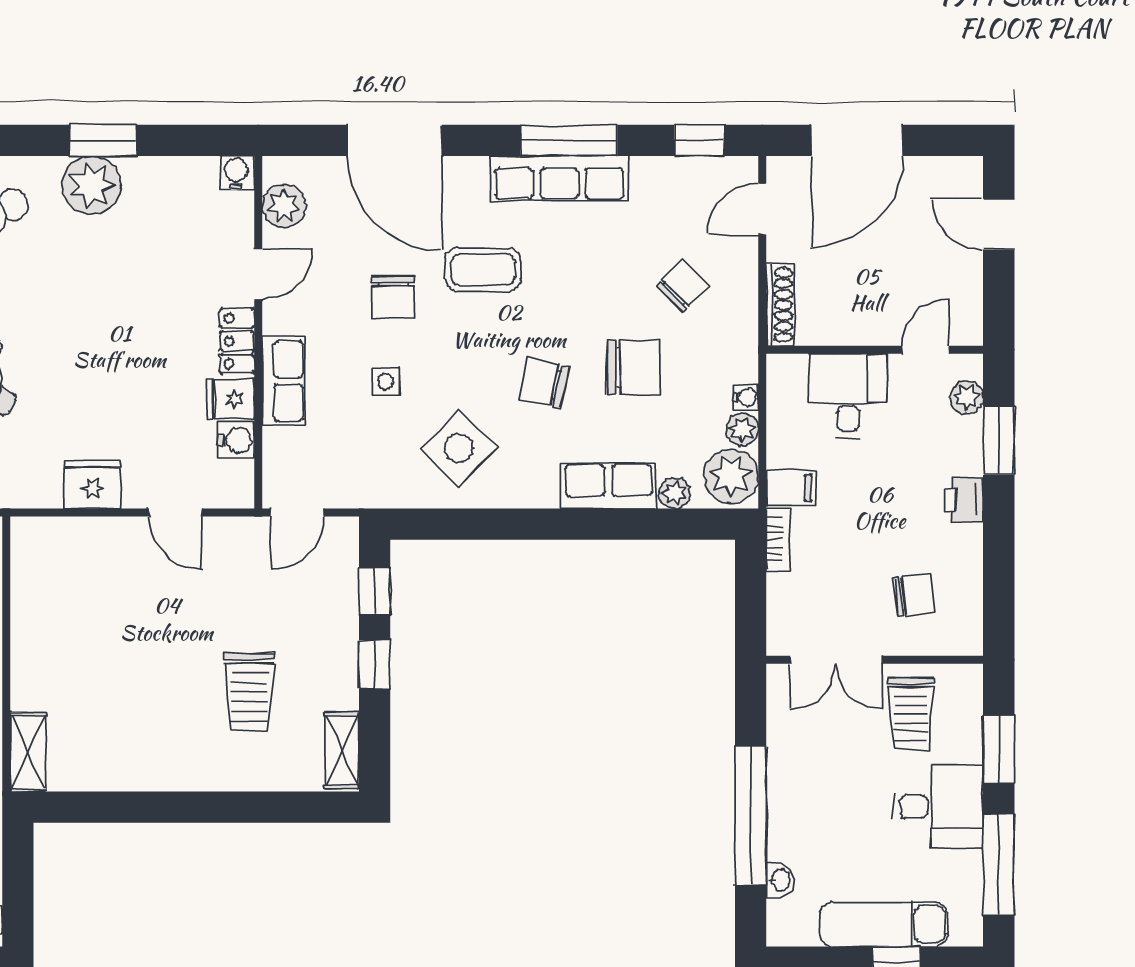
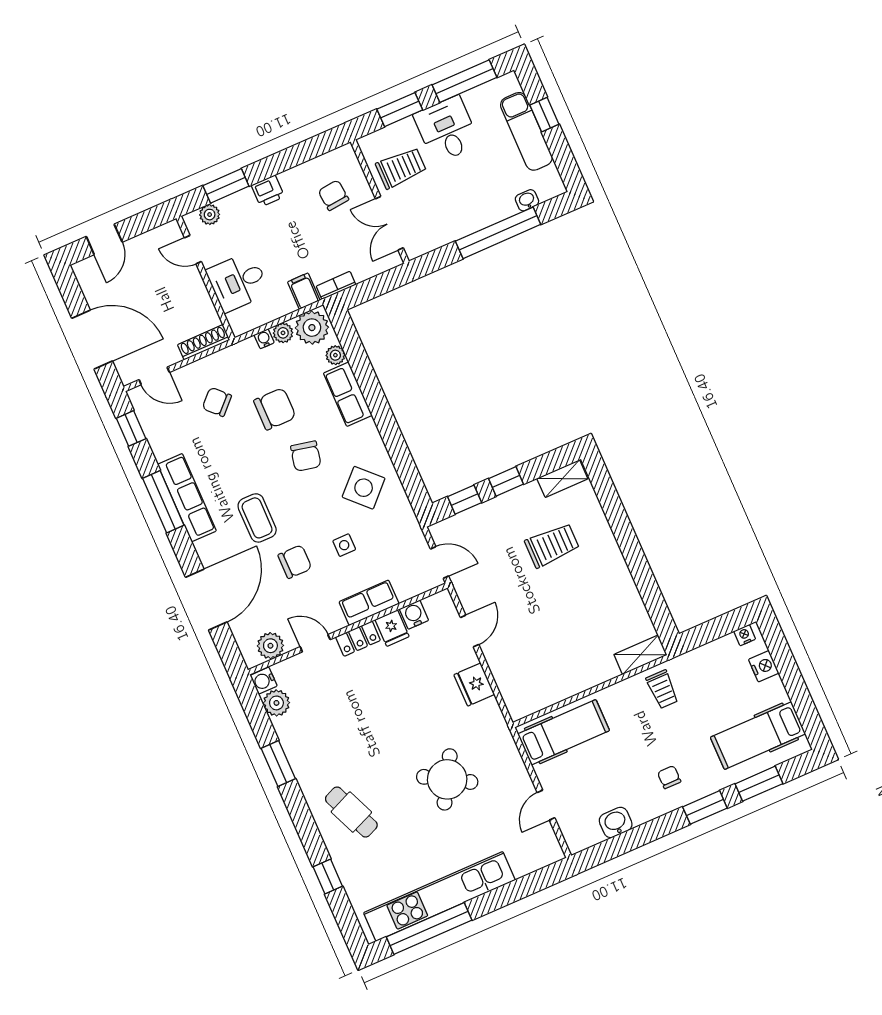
plant: (91, 185) -> (276, 703), moved, width x0.73, depth x0.73
chair: (634, 367) -> (275, 409), turned 90
double door: (836, 660) -> (389, 223), swing flipped

